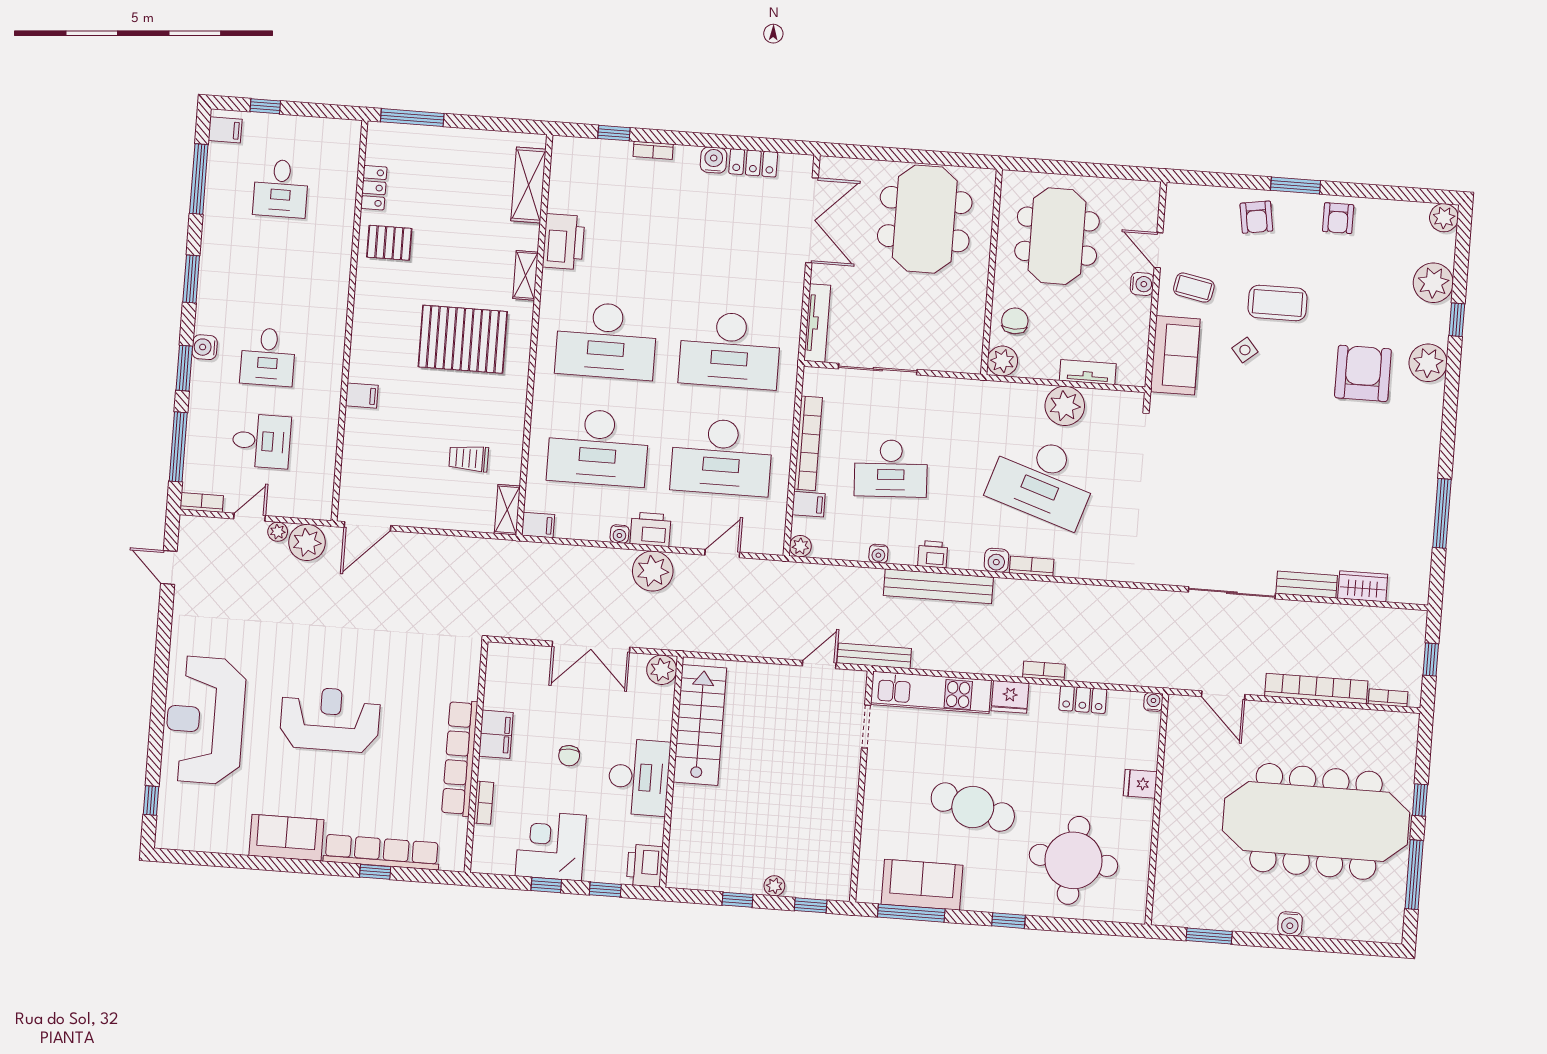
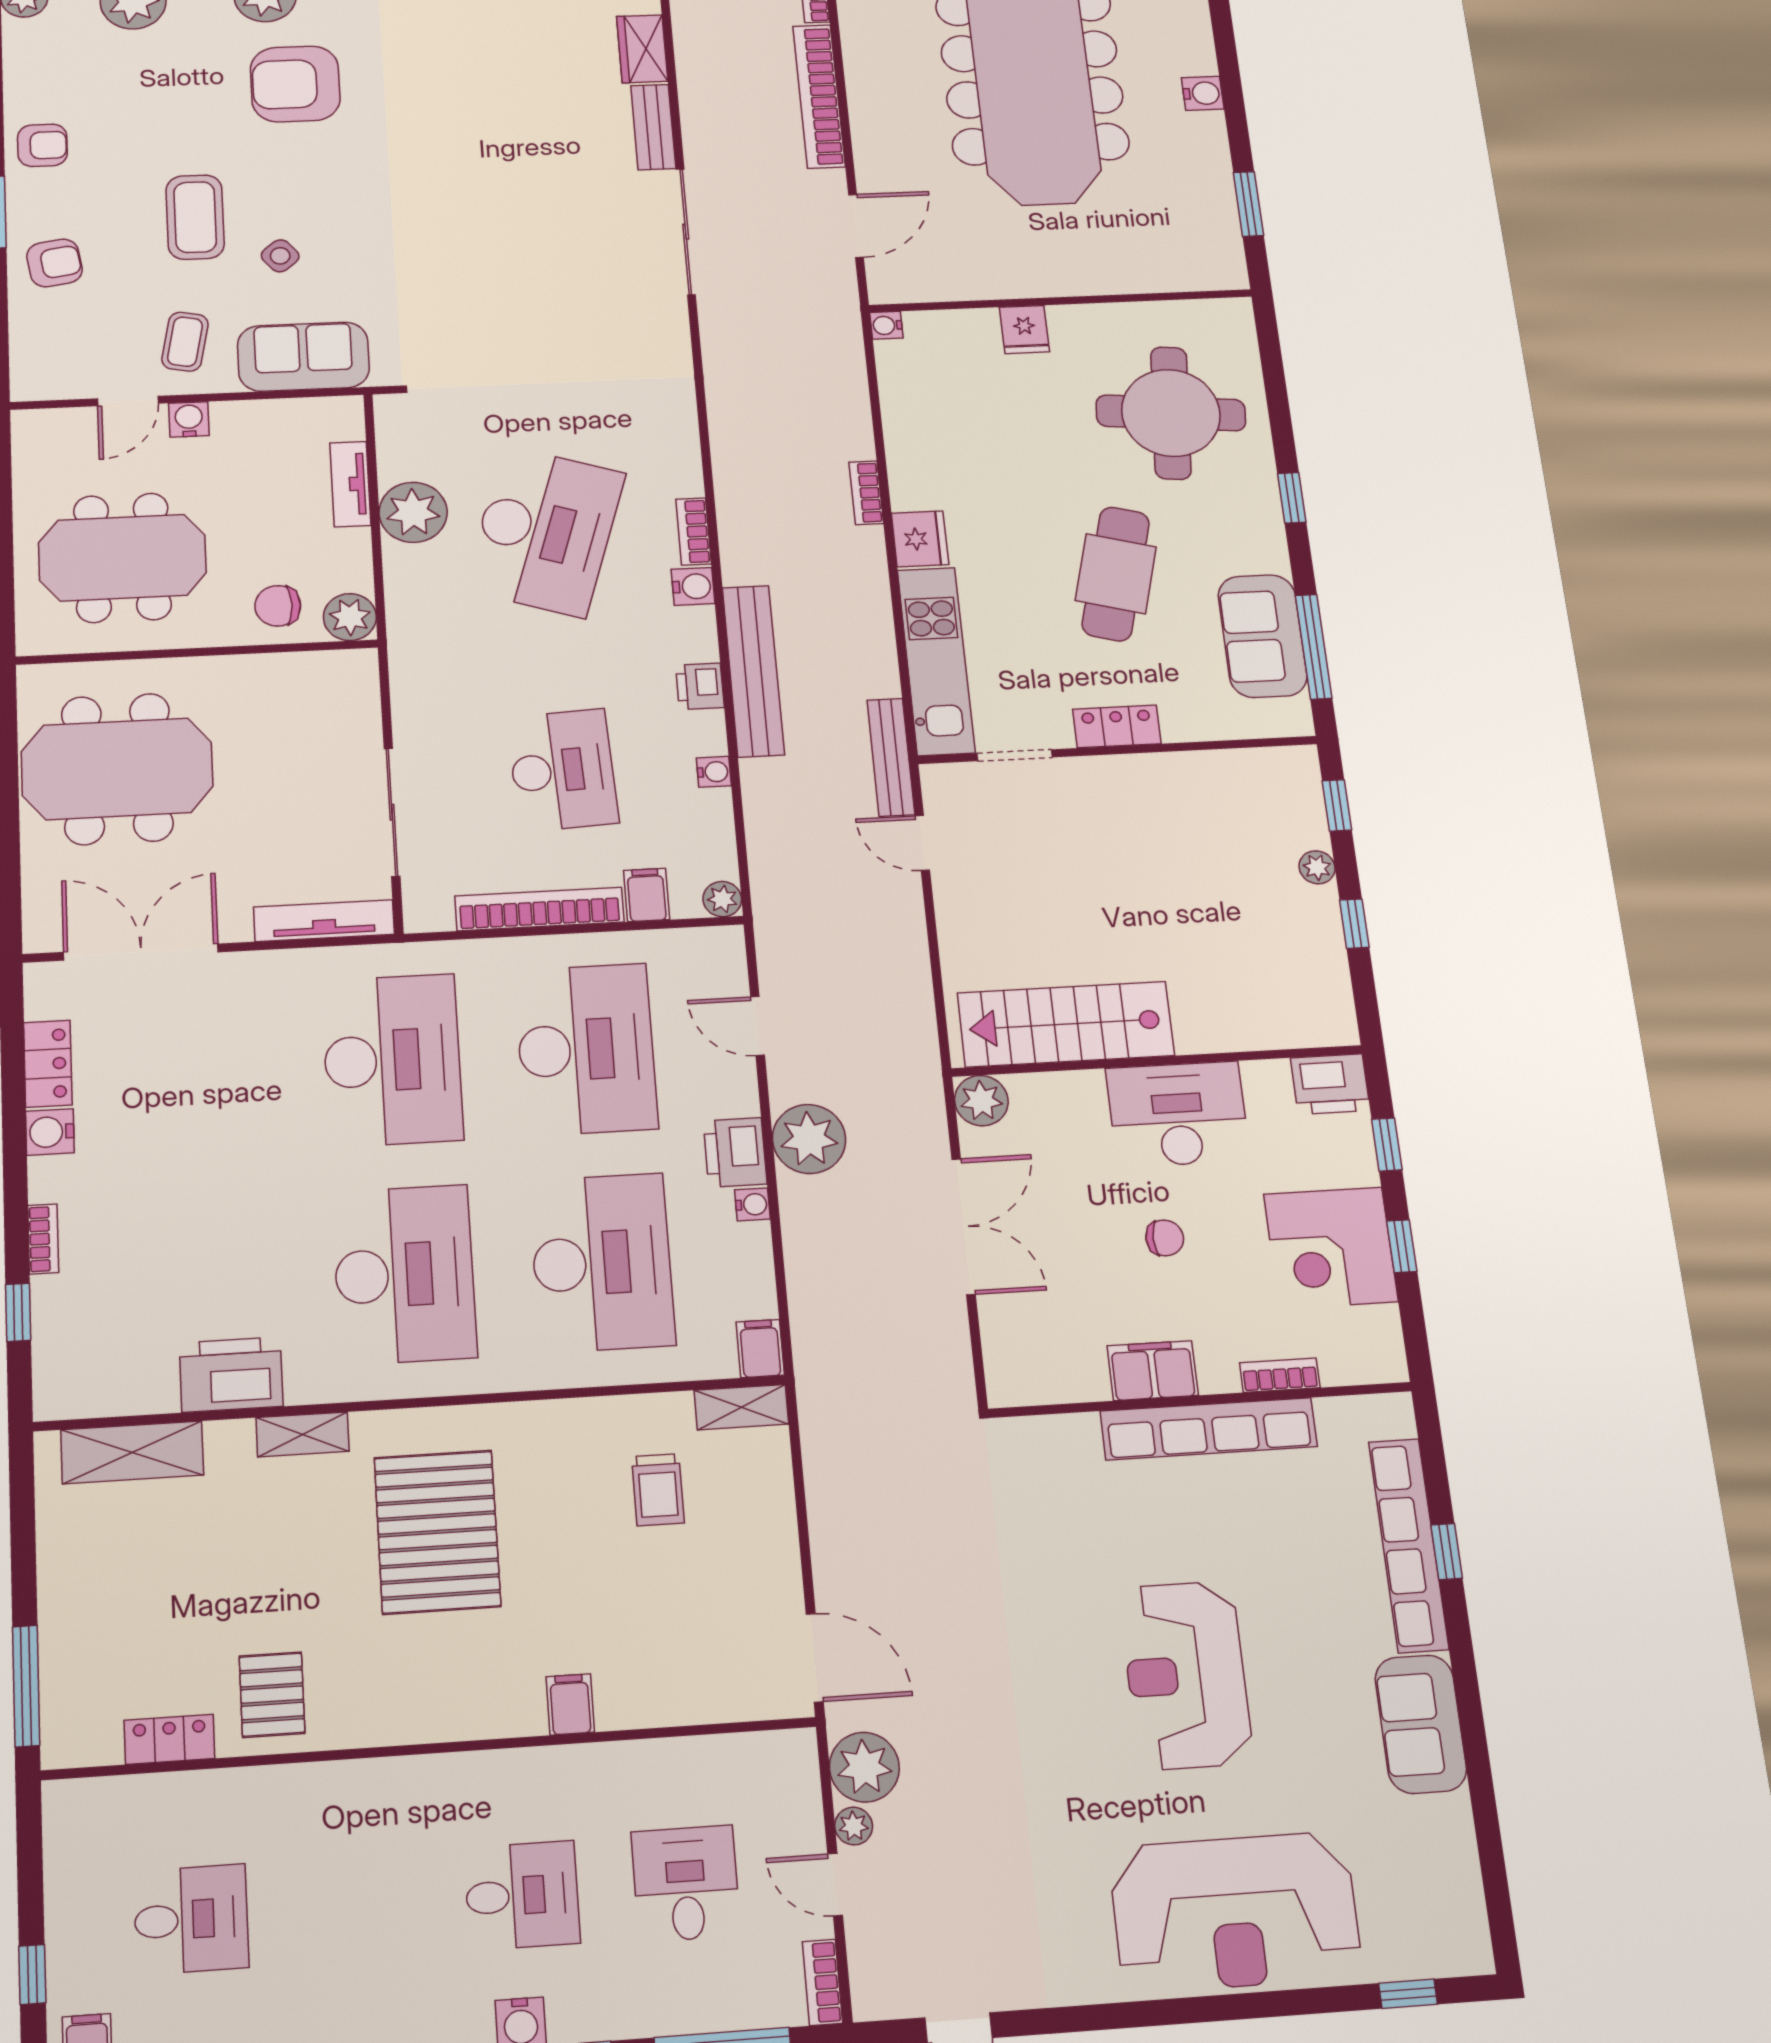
locker: (1083, 700) -> (1117, 726), moved, turned -90

